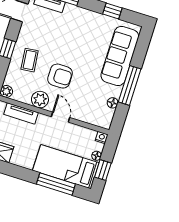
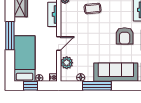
armchair: (60, 76) -> (125, 36), moved
plant: (40, 100) -> (67, 63), moved
window: (56, 184) -> (10, 36), moved

